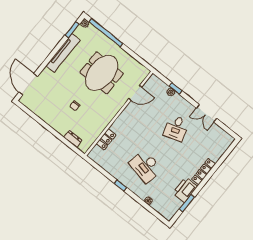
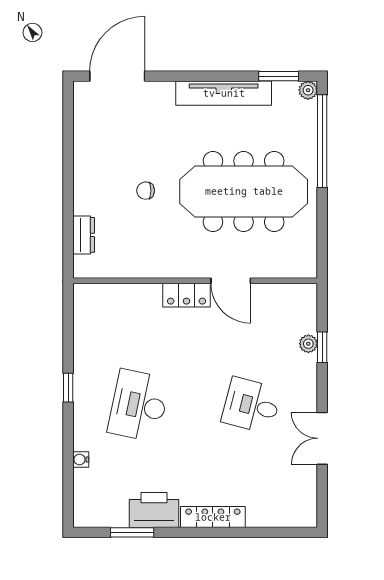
meeting table: (102, 73) -> (244, 191), width x1.36
door: (135, 93) -> (231, 281), moved
desk: (176, 128) -> (252, 405), turned 33
locker: (106, 139) -> (187, 295), moved

